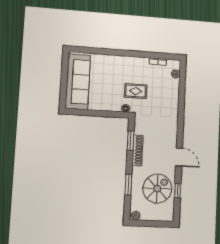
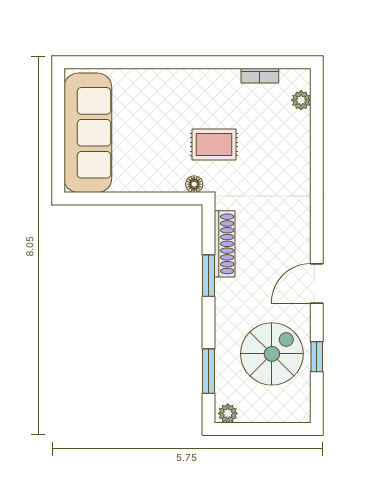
window: (131, 141) -> (209, 276), moved
shoe rack: (138, 150) -> (225, 244), moved
door: (179, 157) -> (317, 283), swing flipped
window: (128, 185) -> (209, 371), moved

